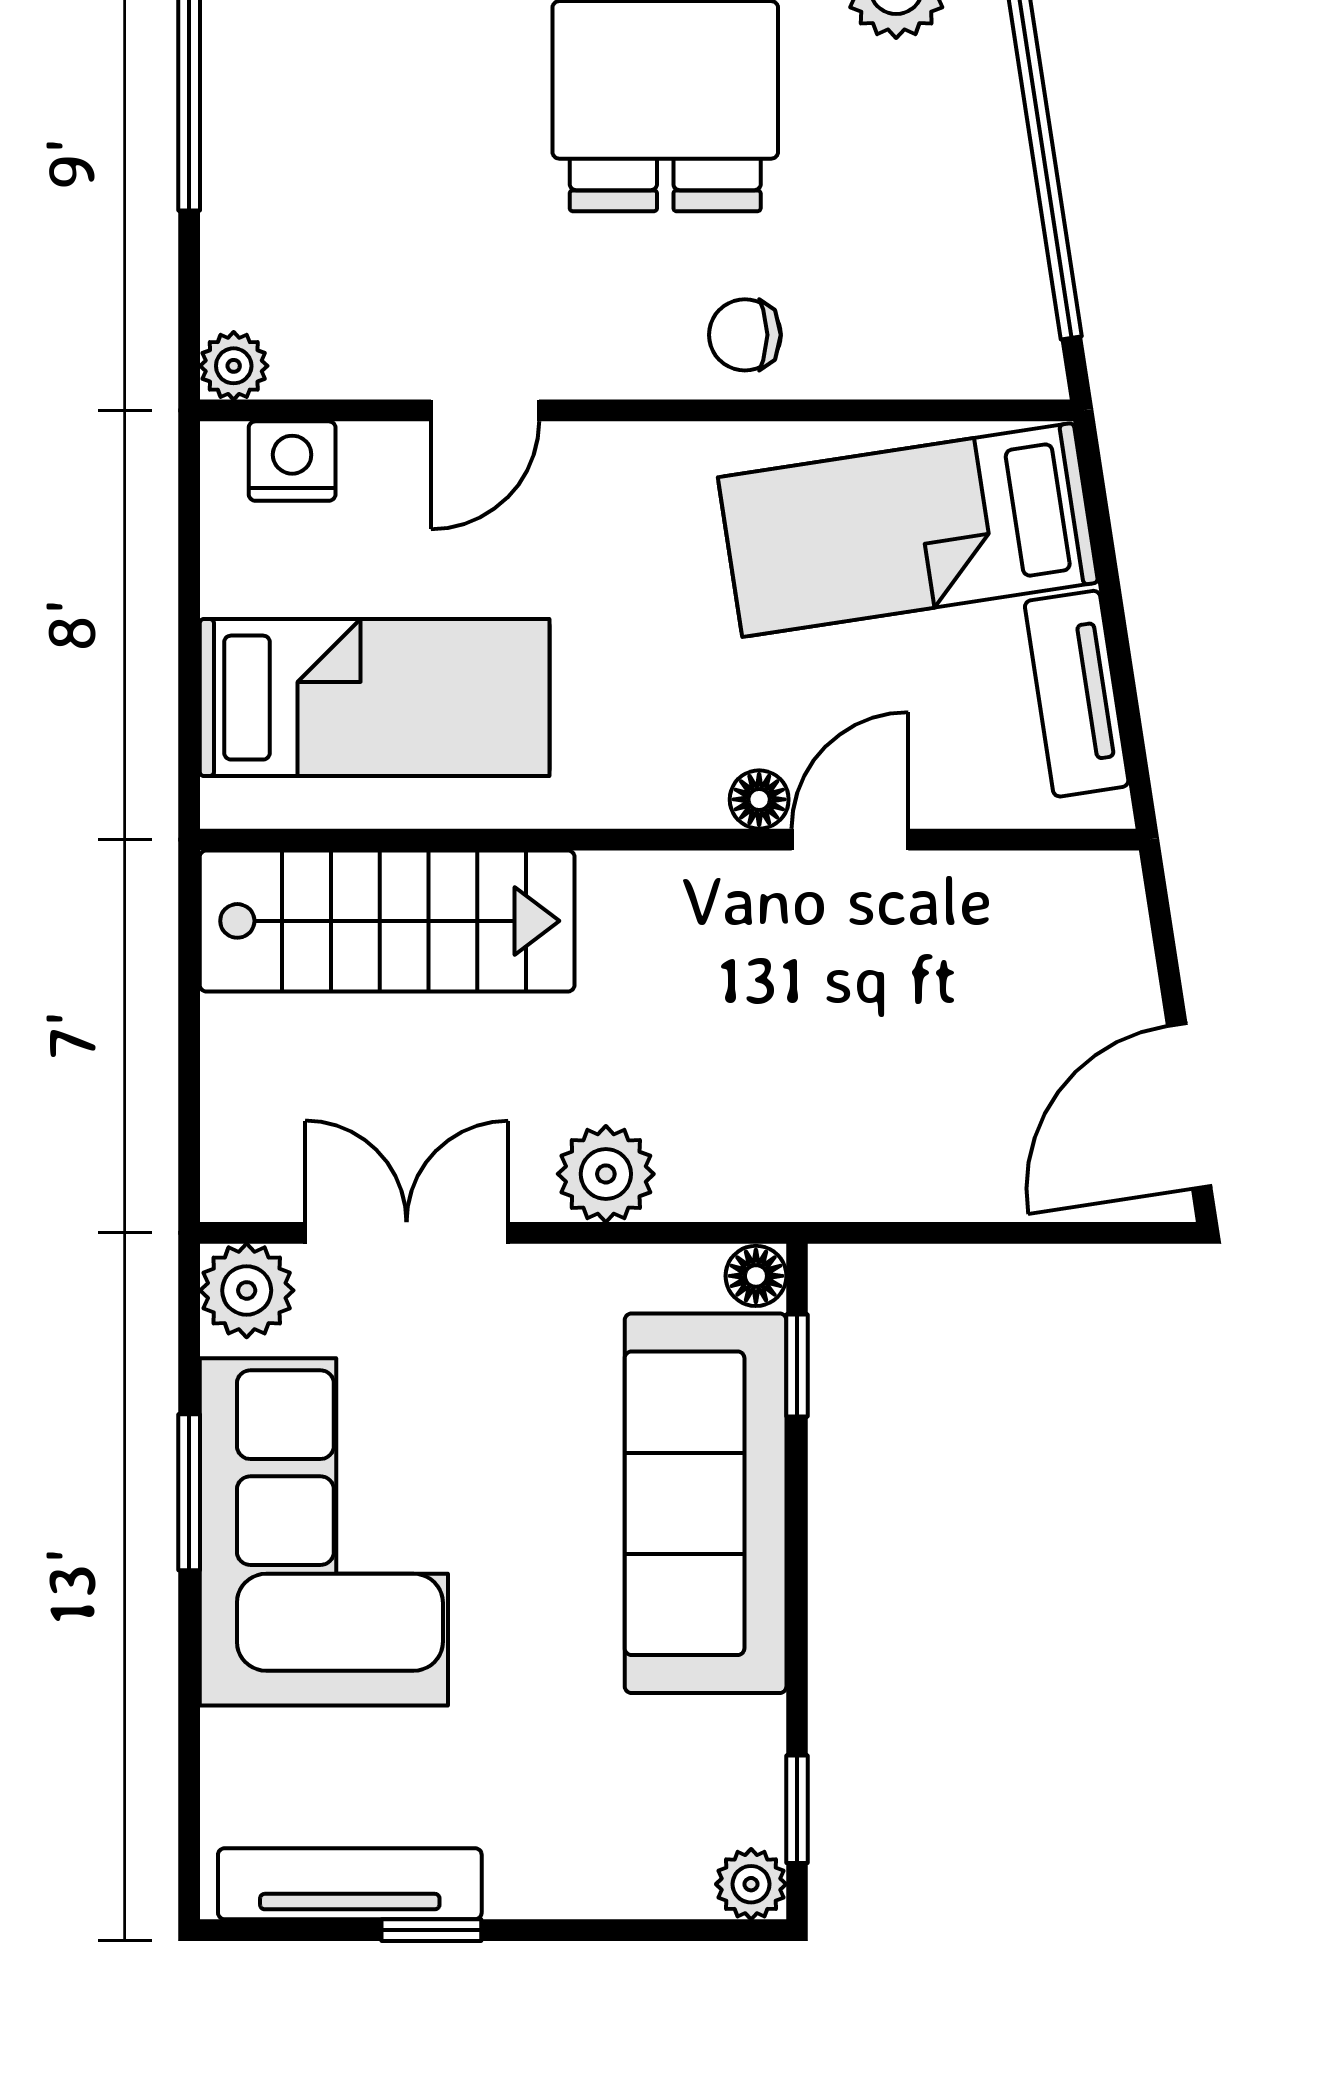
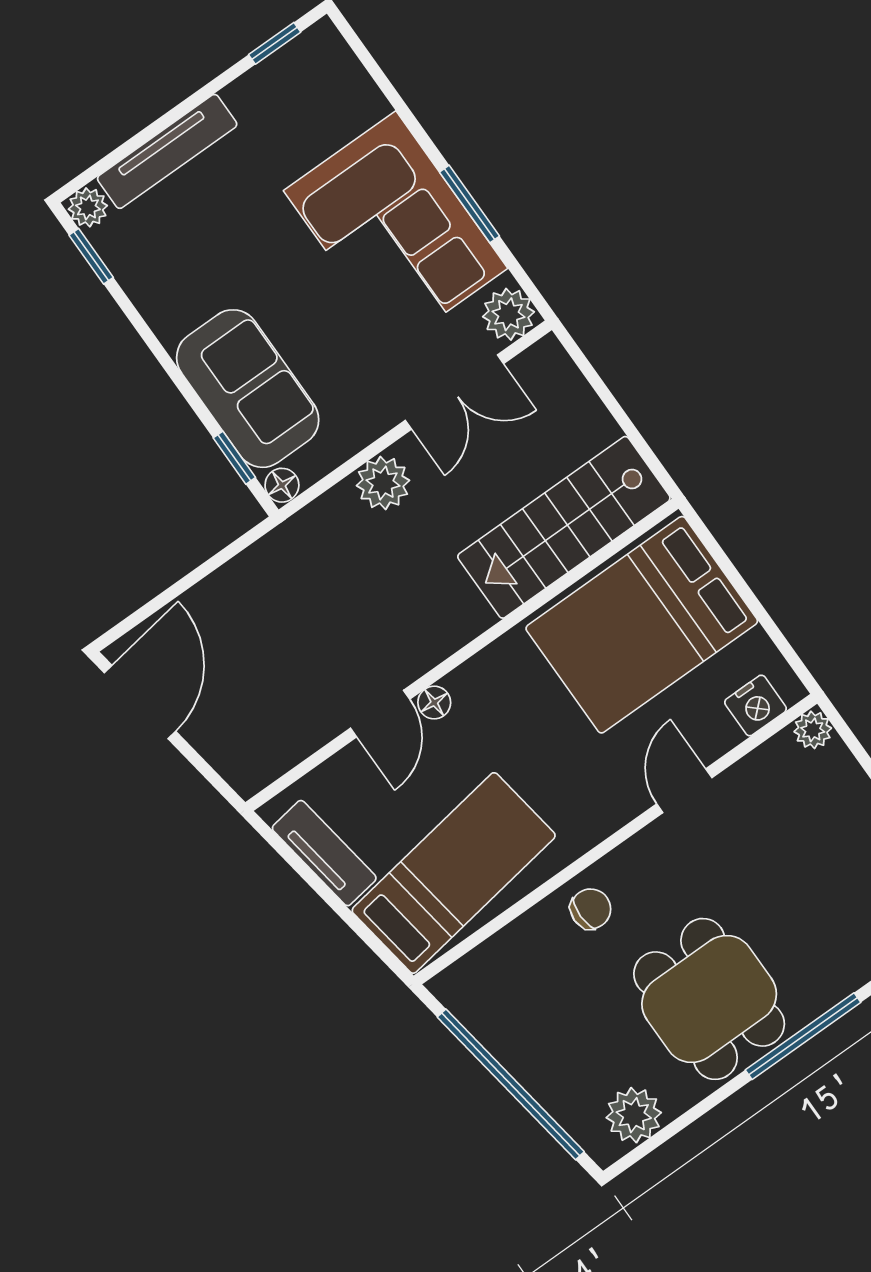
bed: (375, 698) -> (642, 625), width x1.50
sofa: (706, 1503) -> (248, 389), width x0.73
tv unit: (350, 1884) -> (167, 151), moved
window: (431, 1930) -> (275, 43), moved

